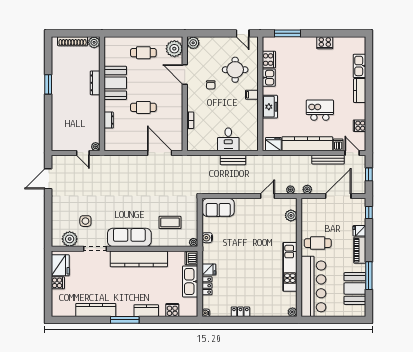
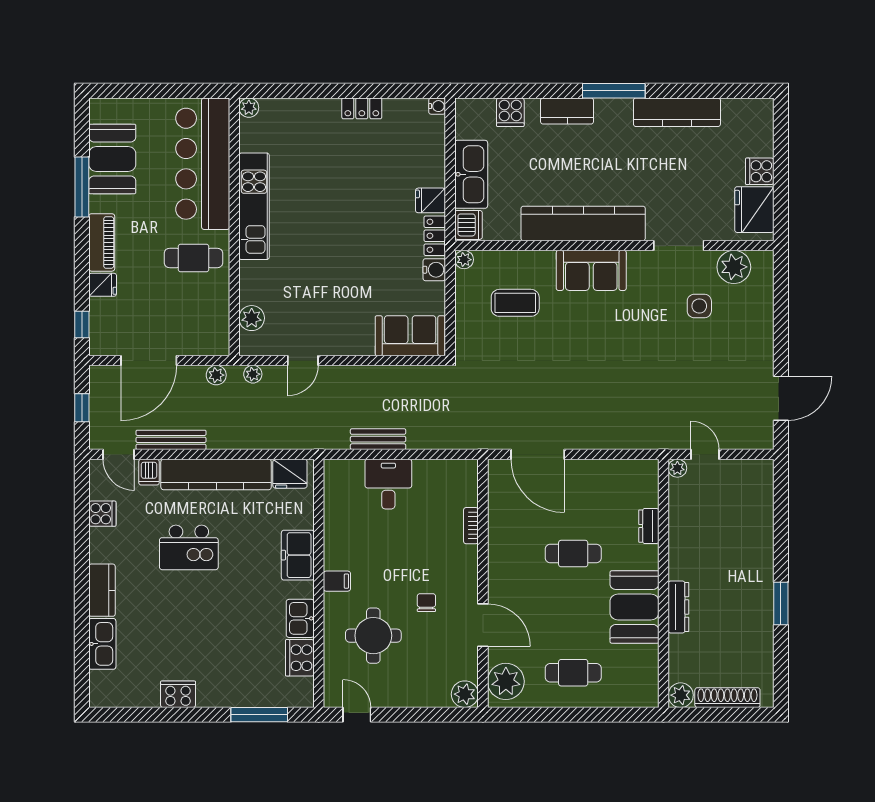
sofa: (129, 237) -> (591, 270), width x0.73
locker: (207, 286) -> (435, 236), moved

